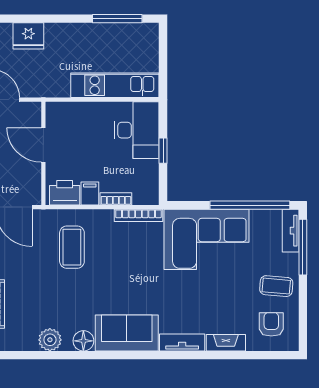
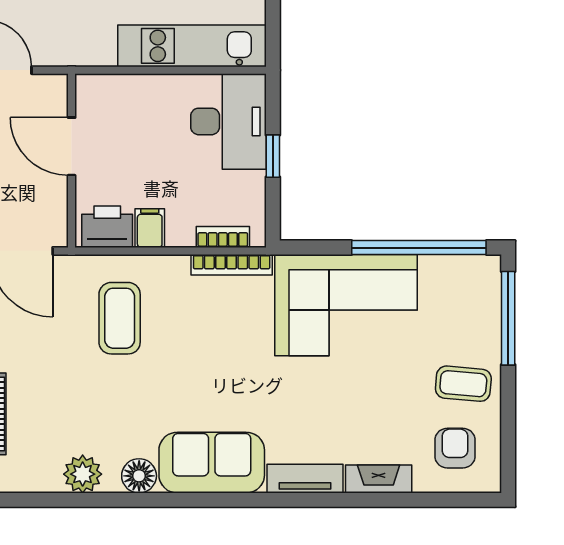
bookcase: (116, 199) -> (223, 237), moved
tv unit: (291, 231) -> (488, 290), removed

